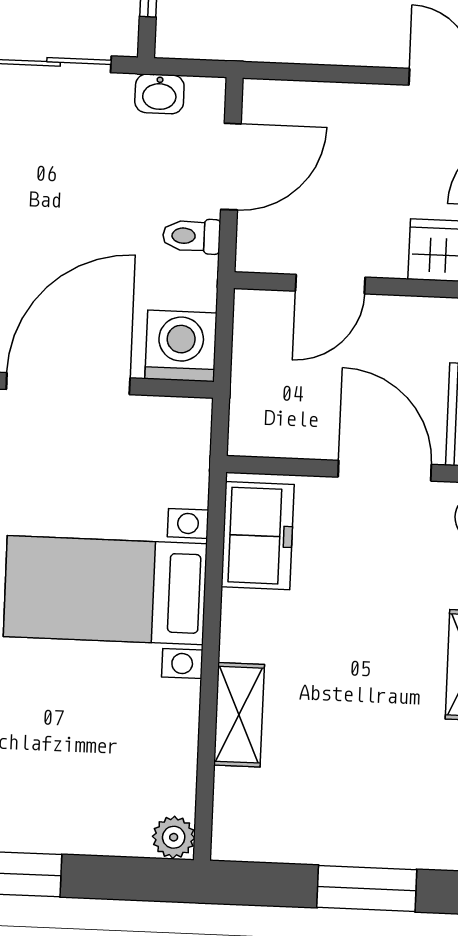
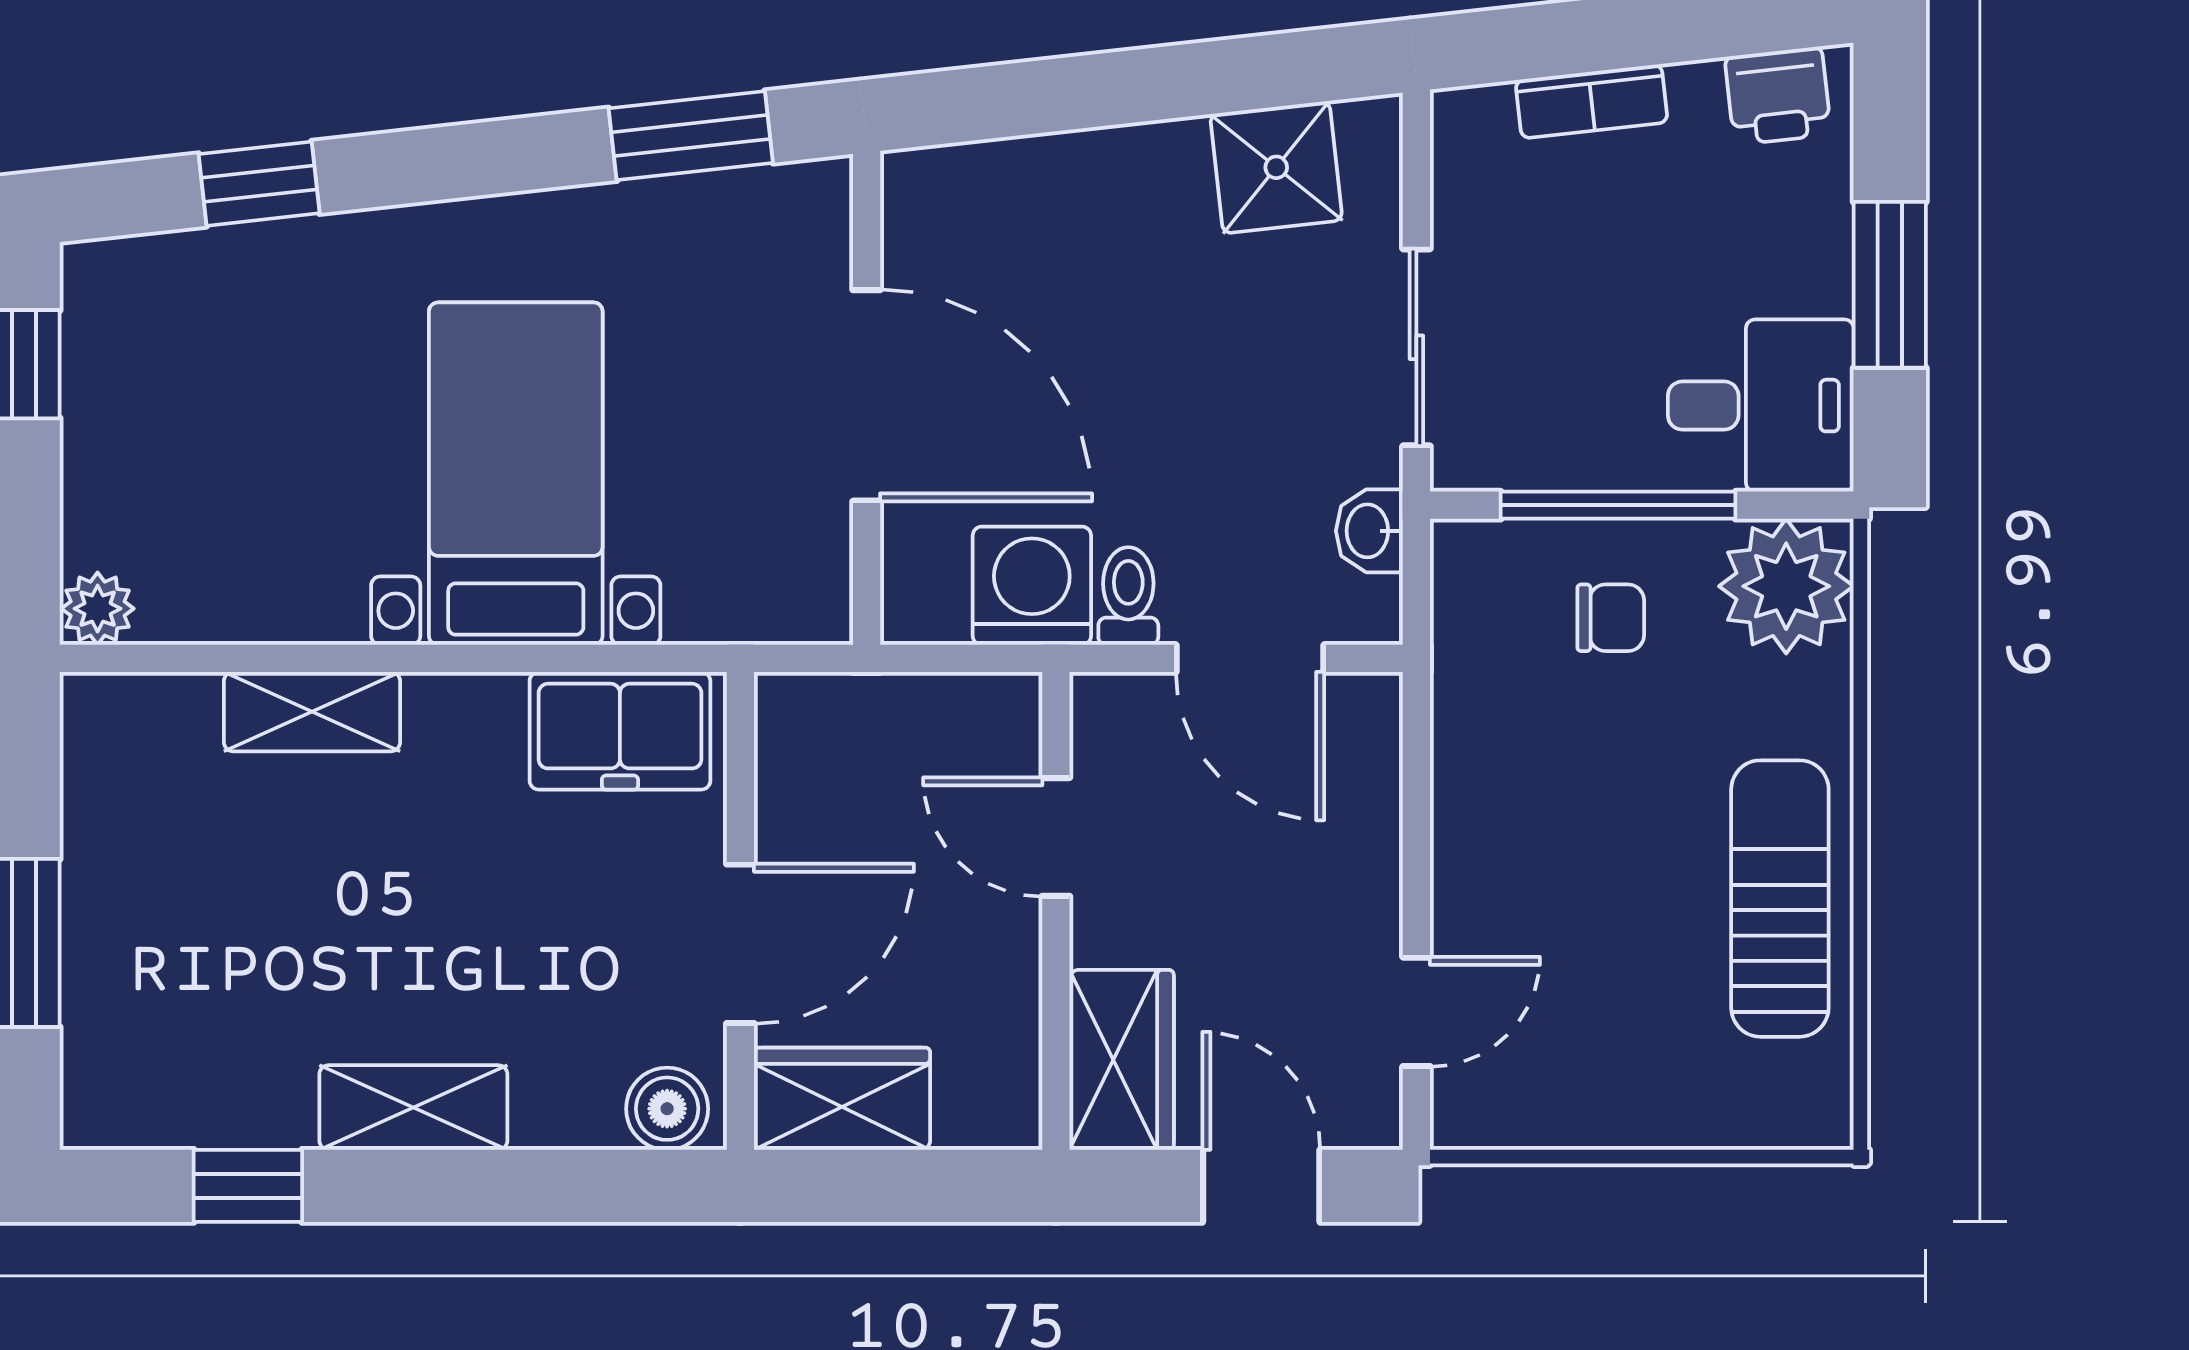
washing machine: (181, 346) -> (1032, 586), moved, turned -90

